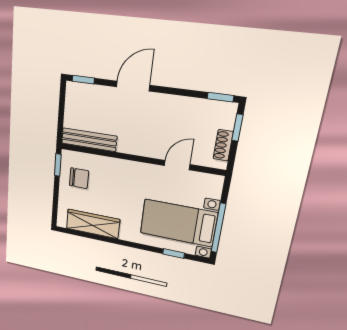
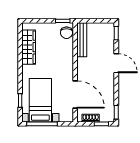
door: (177, 165) -> (75, 94), width x1.88
chair: (79, 178) -> (66, 33), moved

